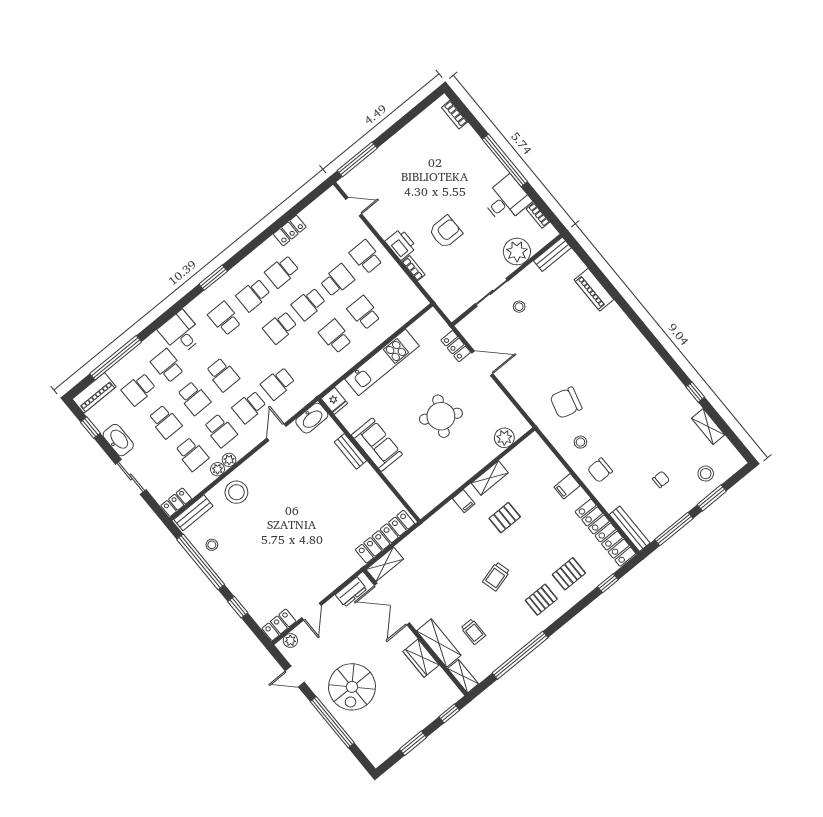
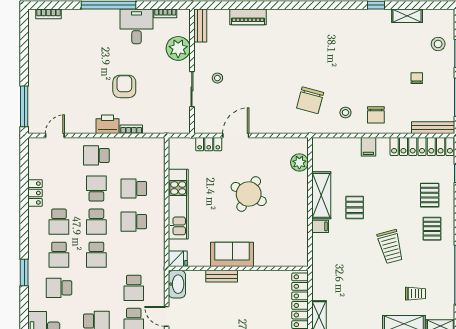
shelving: (490, 478) -> (321, 195), width x1.50, depth x1.33
trolley: (496, 577) -> (390, 247), width x1.36, depth x1.39

